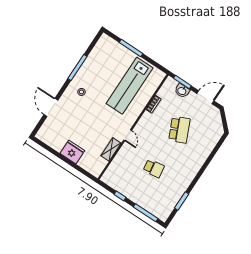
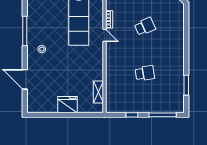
school desk: (179, 130) -> (145, 26), width x0.54
door: (128, 135) -> (104, 35), moved
shelving: (111, 149) -> (98, 92), moved

